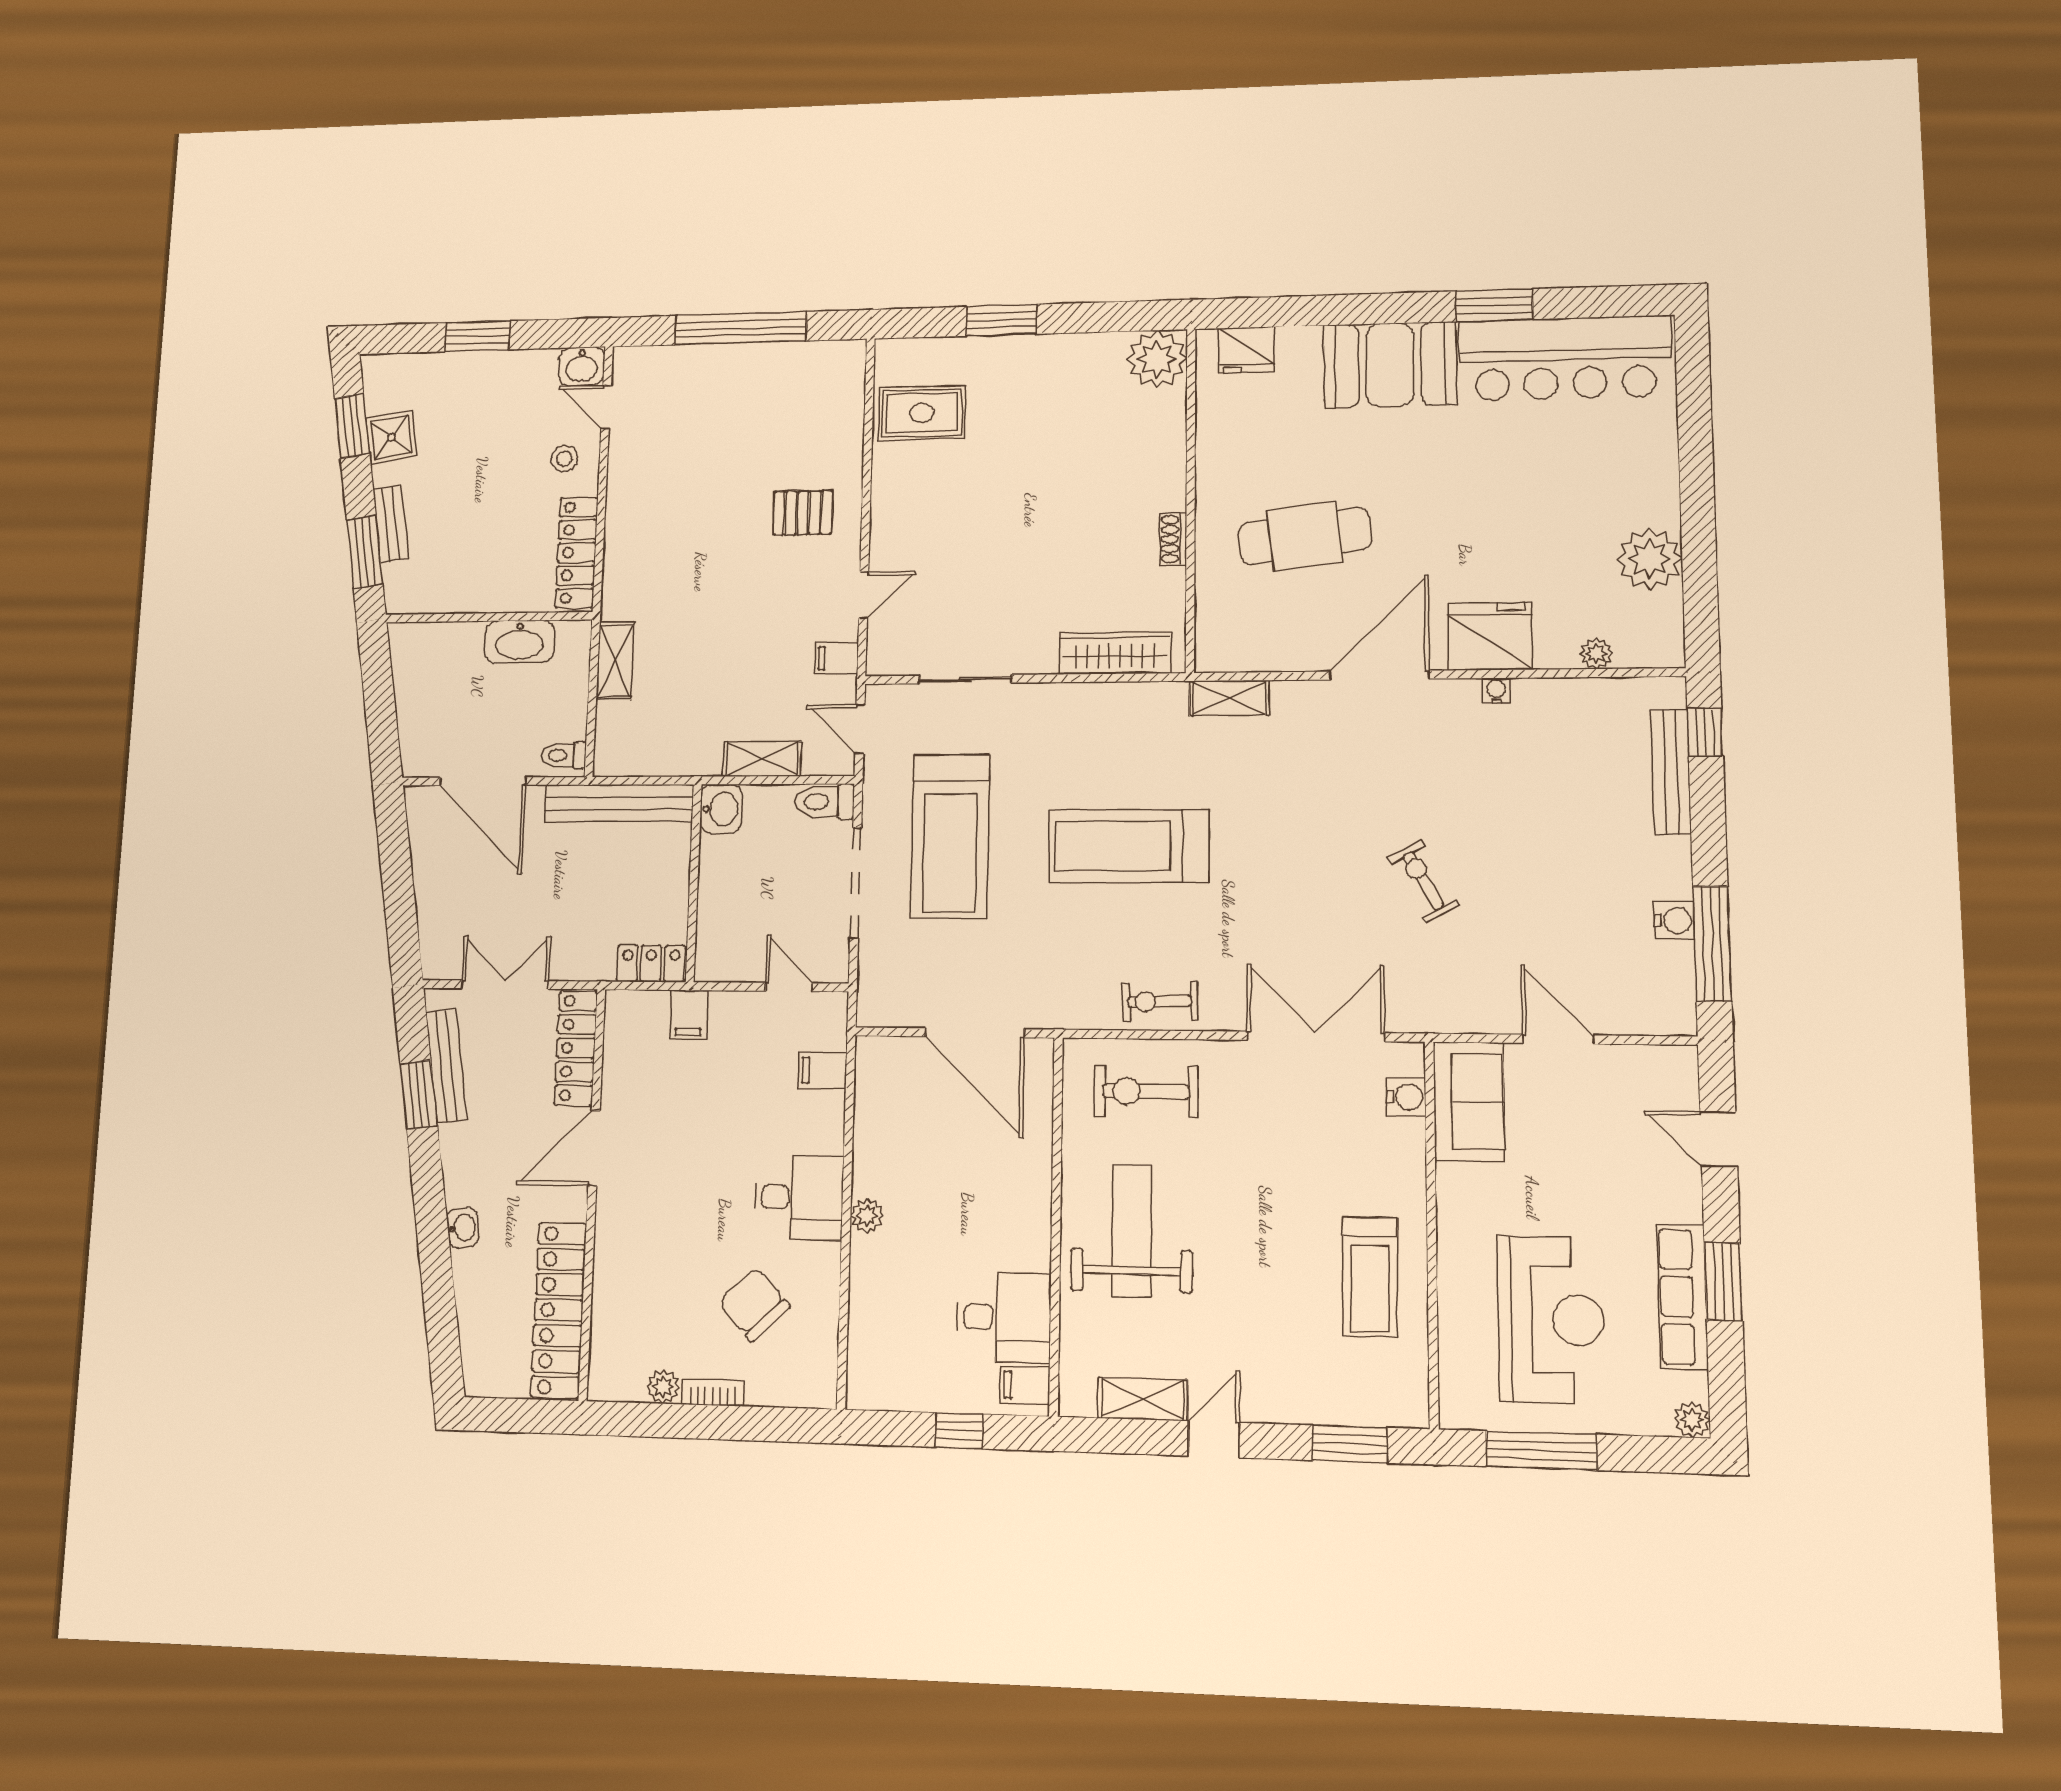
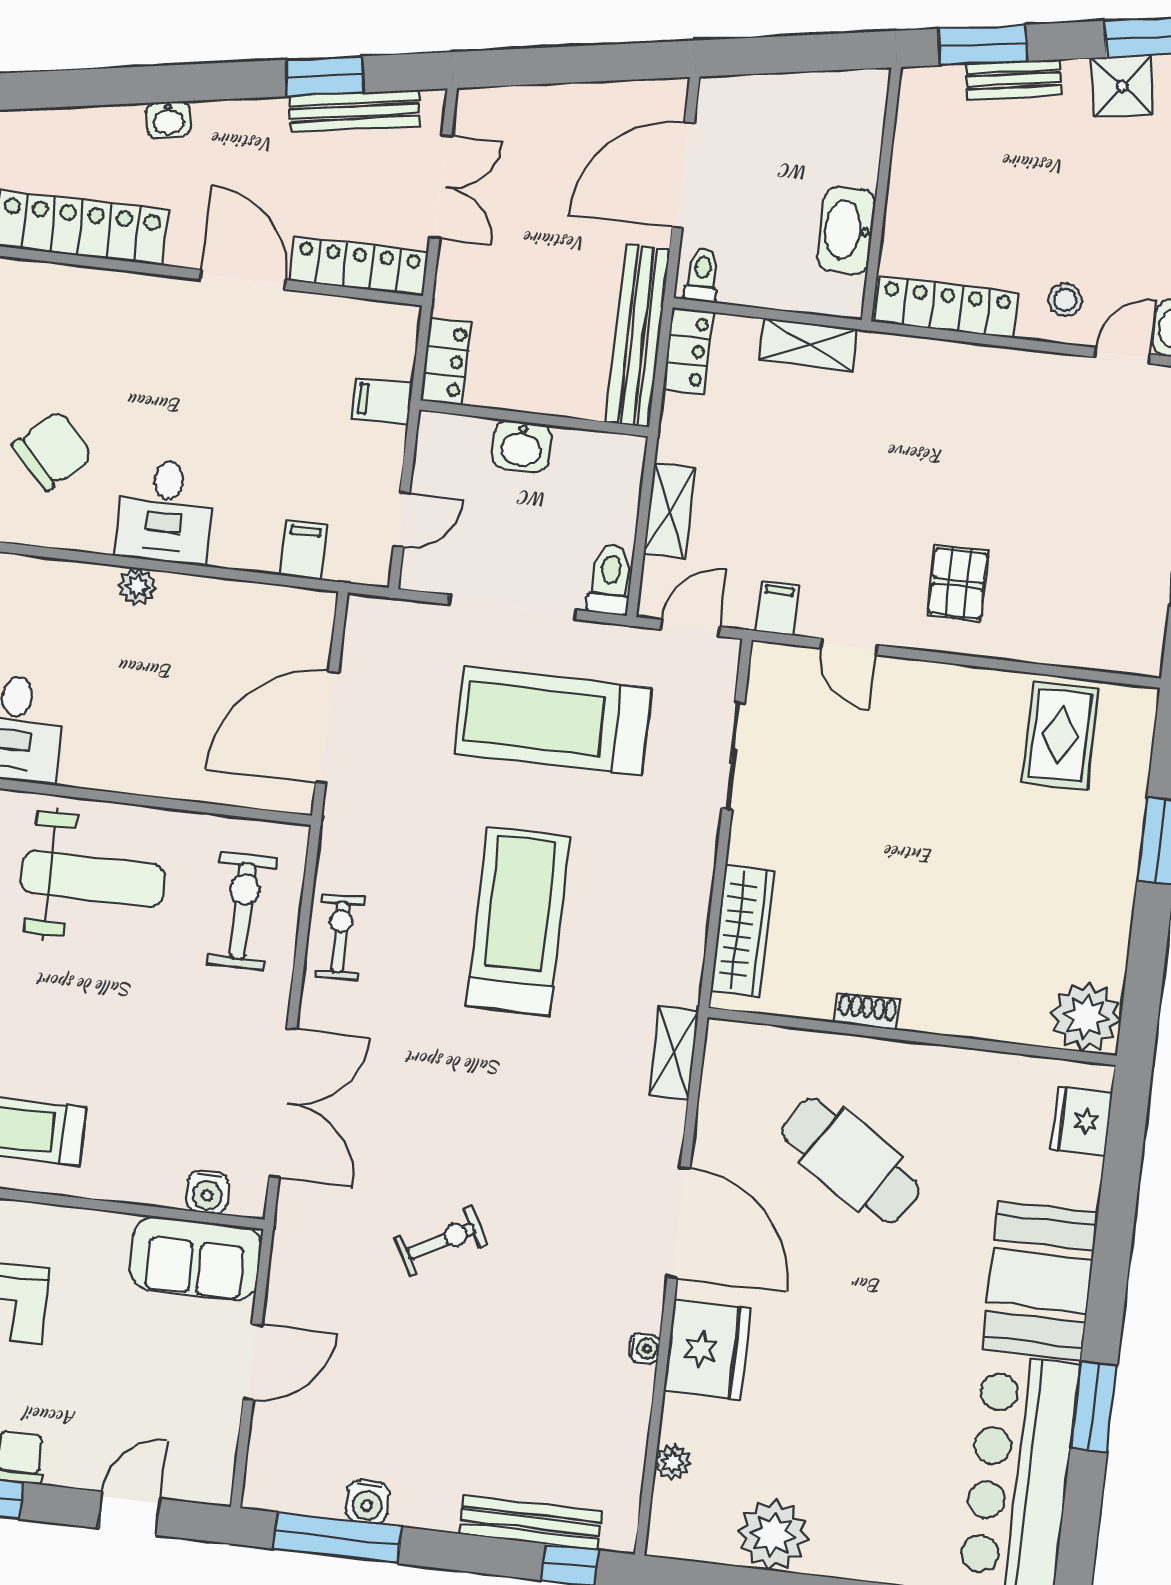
cafe table: (1305, 536) -> (851, 1160), turned -50
locker: (627, 759) -> (688, 351), added
washbasin: (721, 809) -> (522, 446), moved

